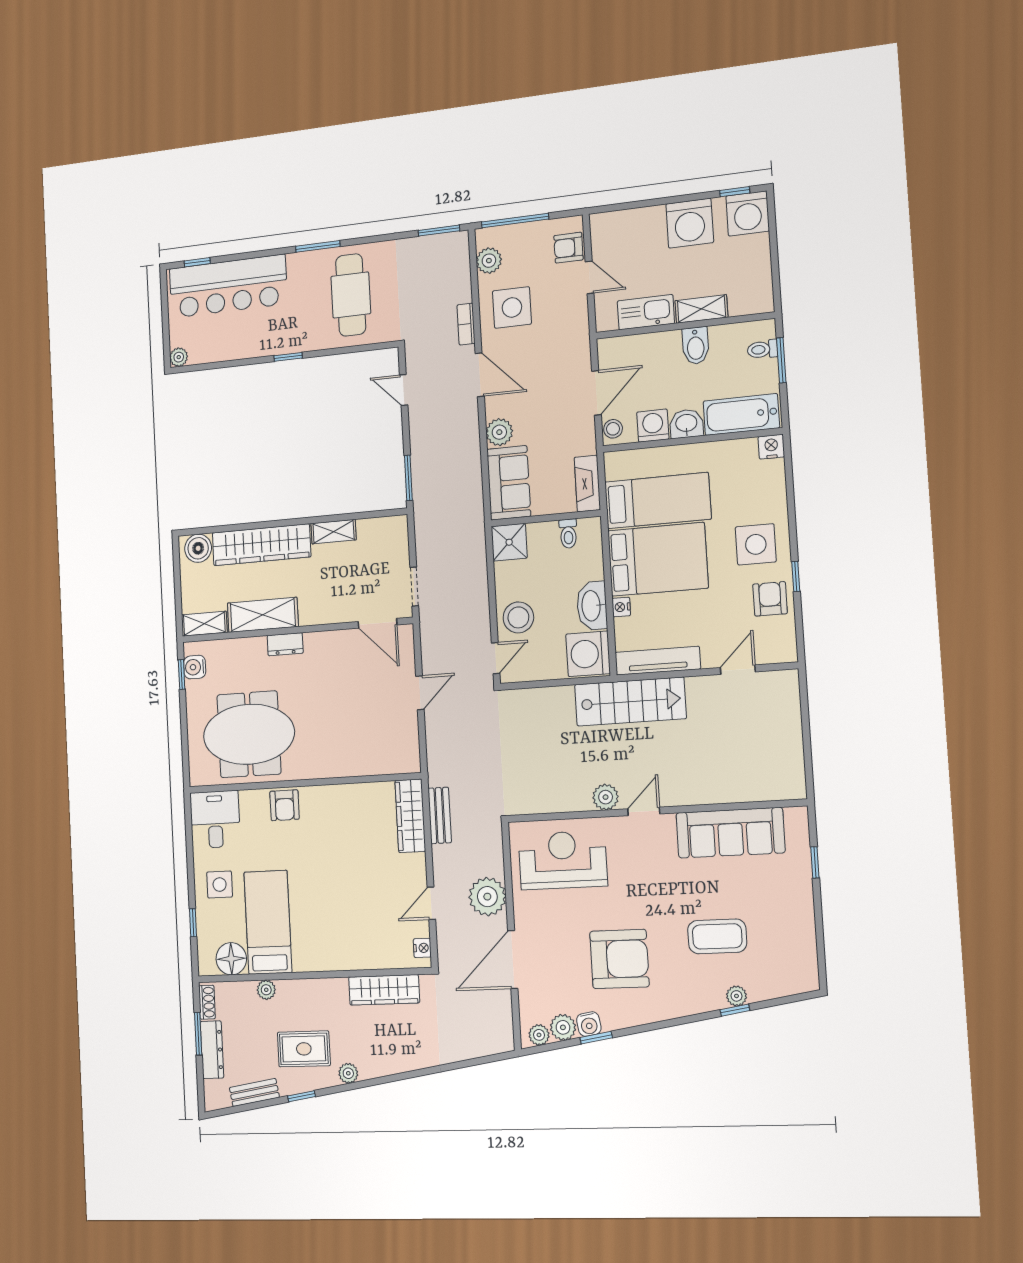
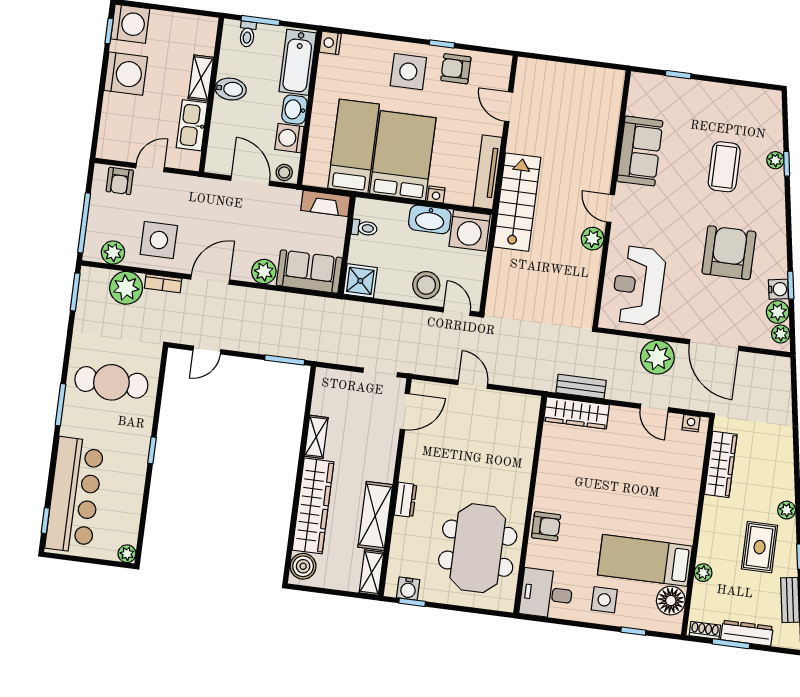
plant: (454, 285) -> (126, 288), added
sofa: (730, 833) -> (640, 151), width x0.73

